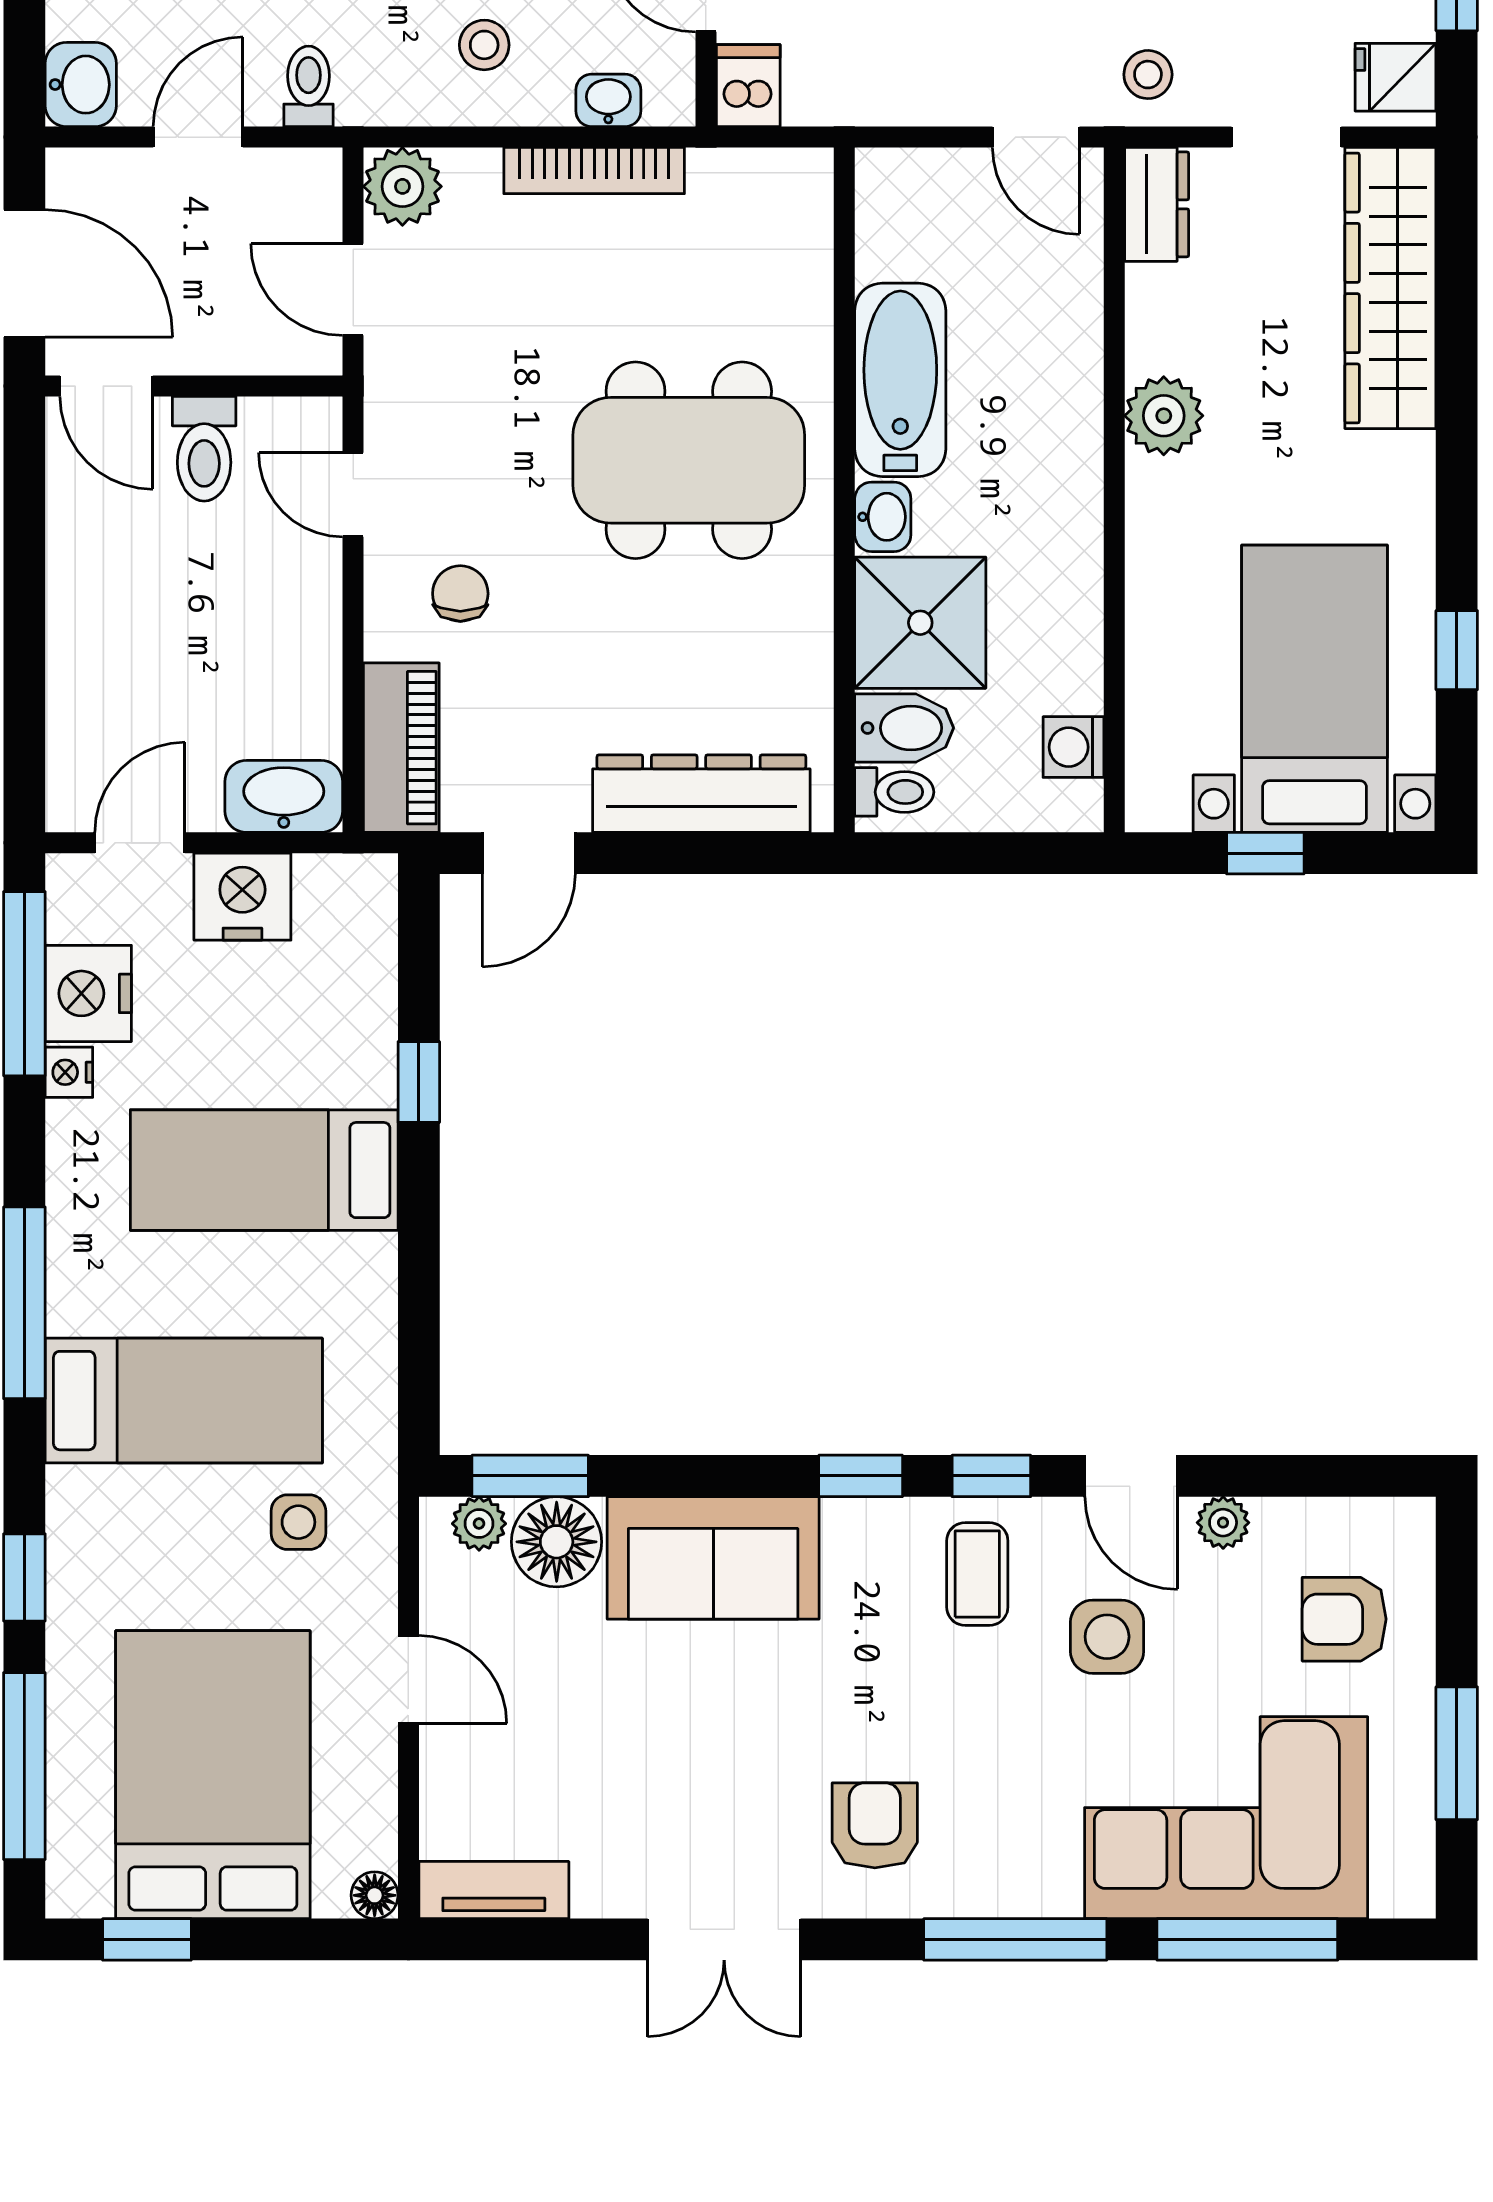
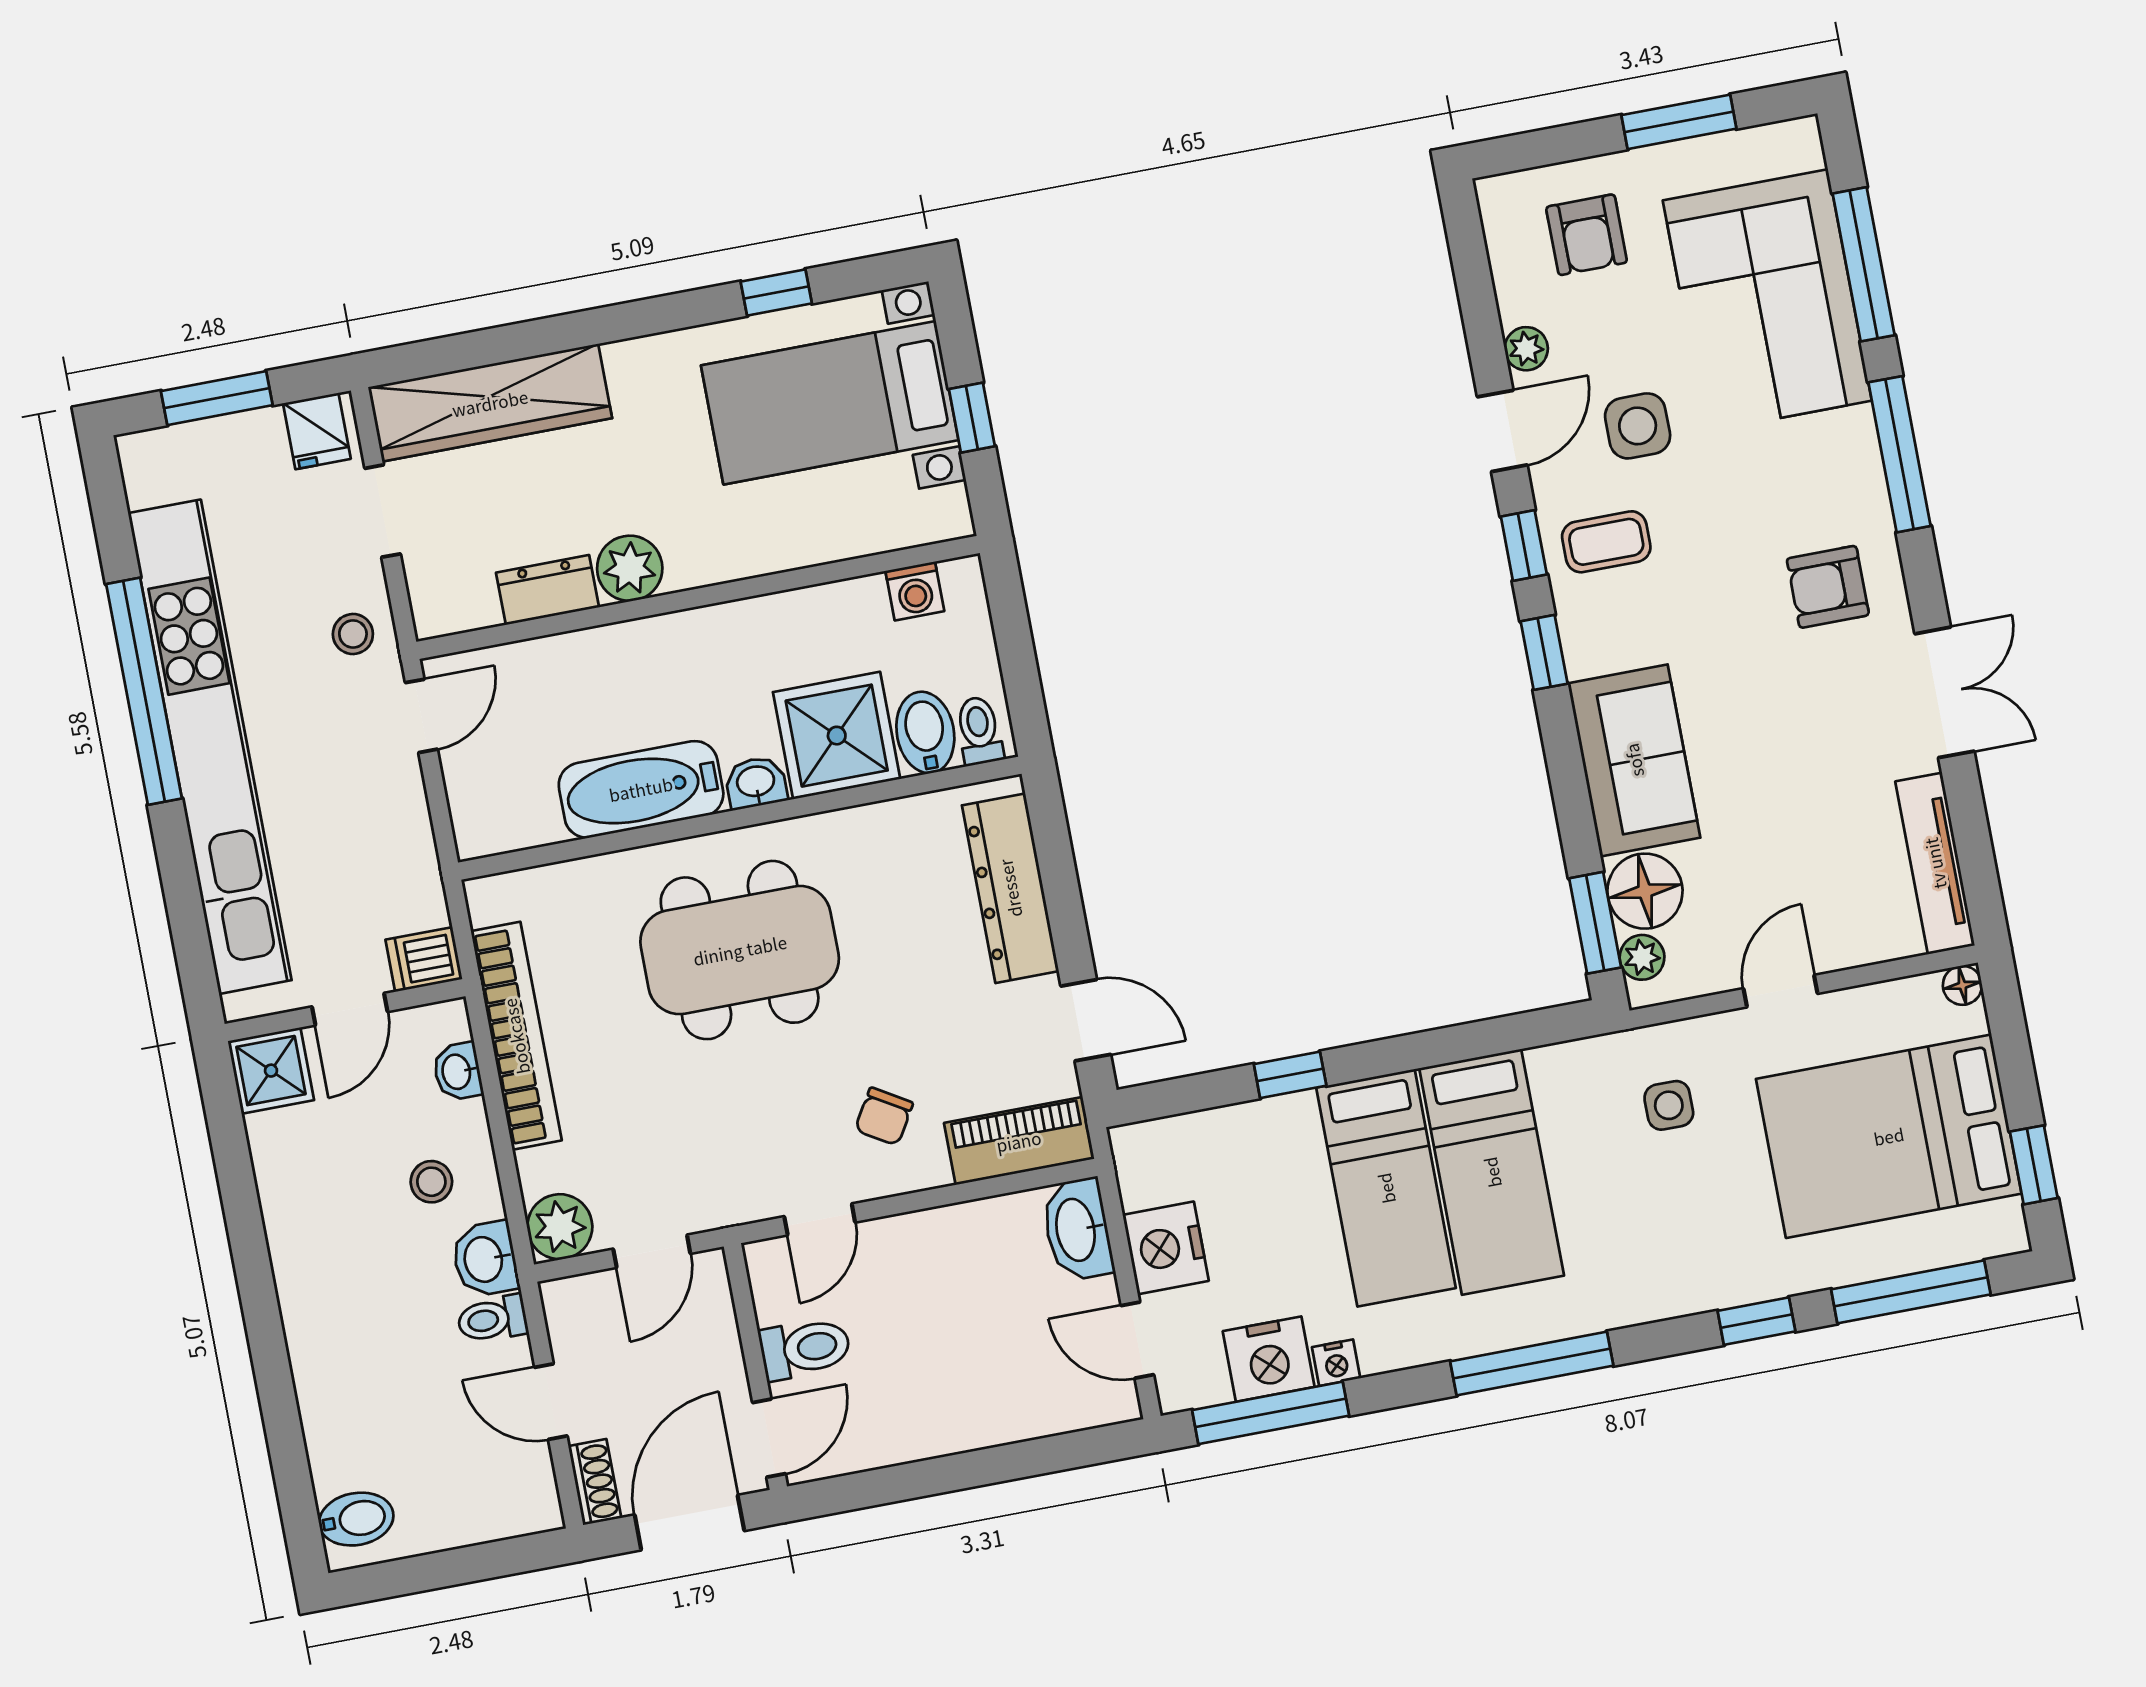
washbasin: (81, 85) -> (485, 1259), moved, turned -90
shoe rack: (93, 171) -> (595, 1482), added
bookcase: (594, 171) -> (516, 1036), width x1.48, depth x1.31
dresser: (1157, 204) -> (548, 590), moved
dining table: (689, 460) -> (740, 950), turned 90
chair: (460, 594) -> (884, 1116), turned -59
bed: (184, 1401) -> (1492, 1172), moved, turned 180
tv unit: (494, 1890) -> (1935, 863), width x1.41

